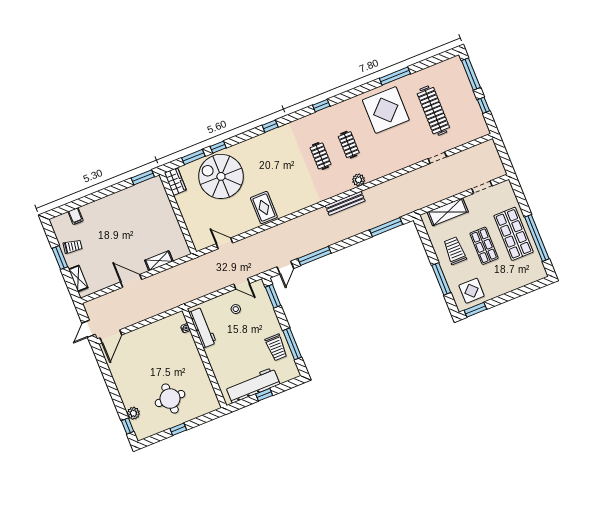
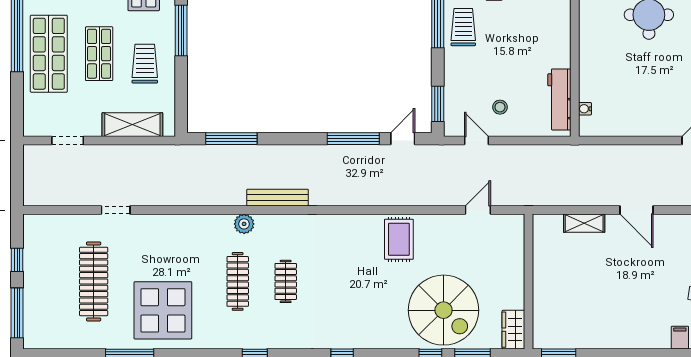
clothes rail: (349, 145) -> (238, 281), width x1.36
door: (224, 243) -> (478, 210), swing flipped
trolley: (455, 251) -> (145, 64), turned 180

